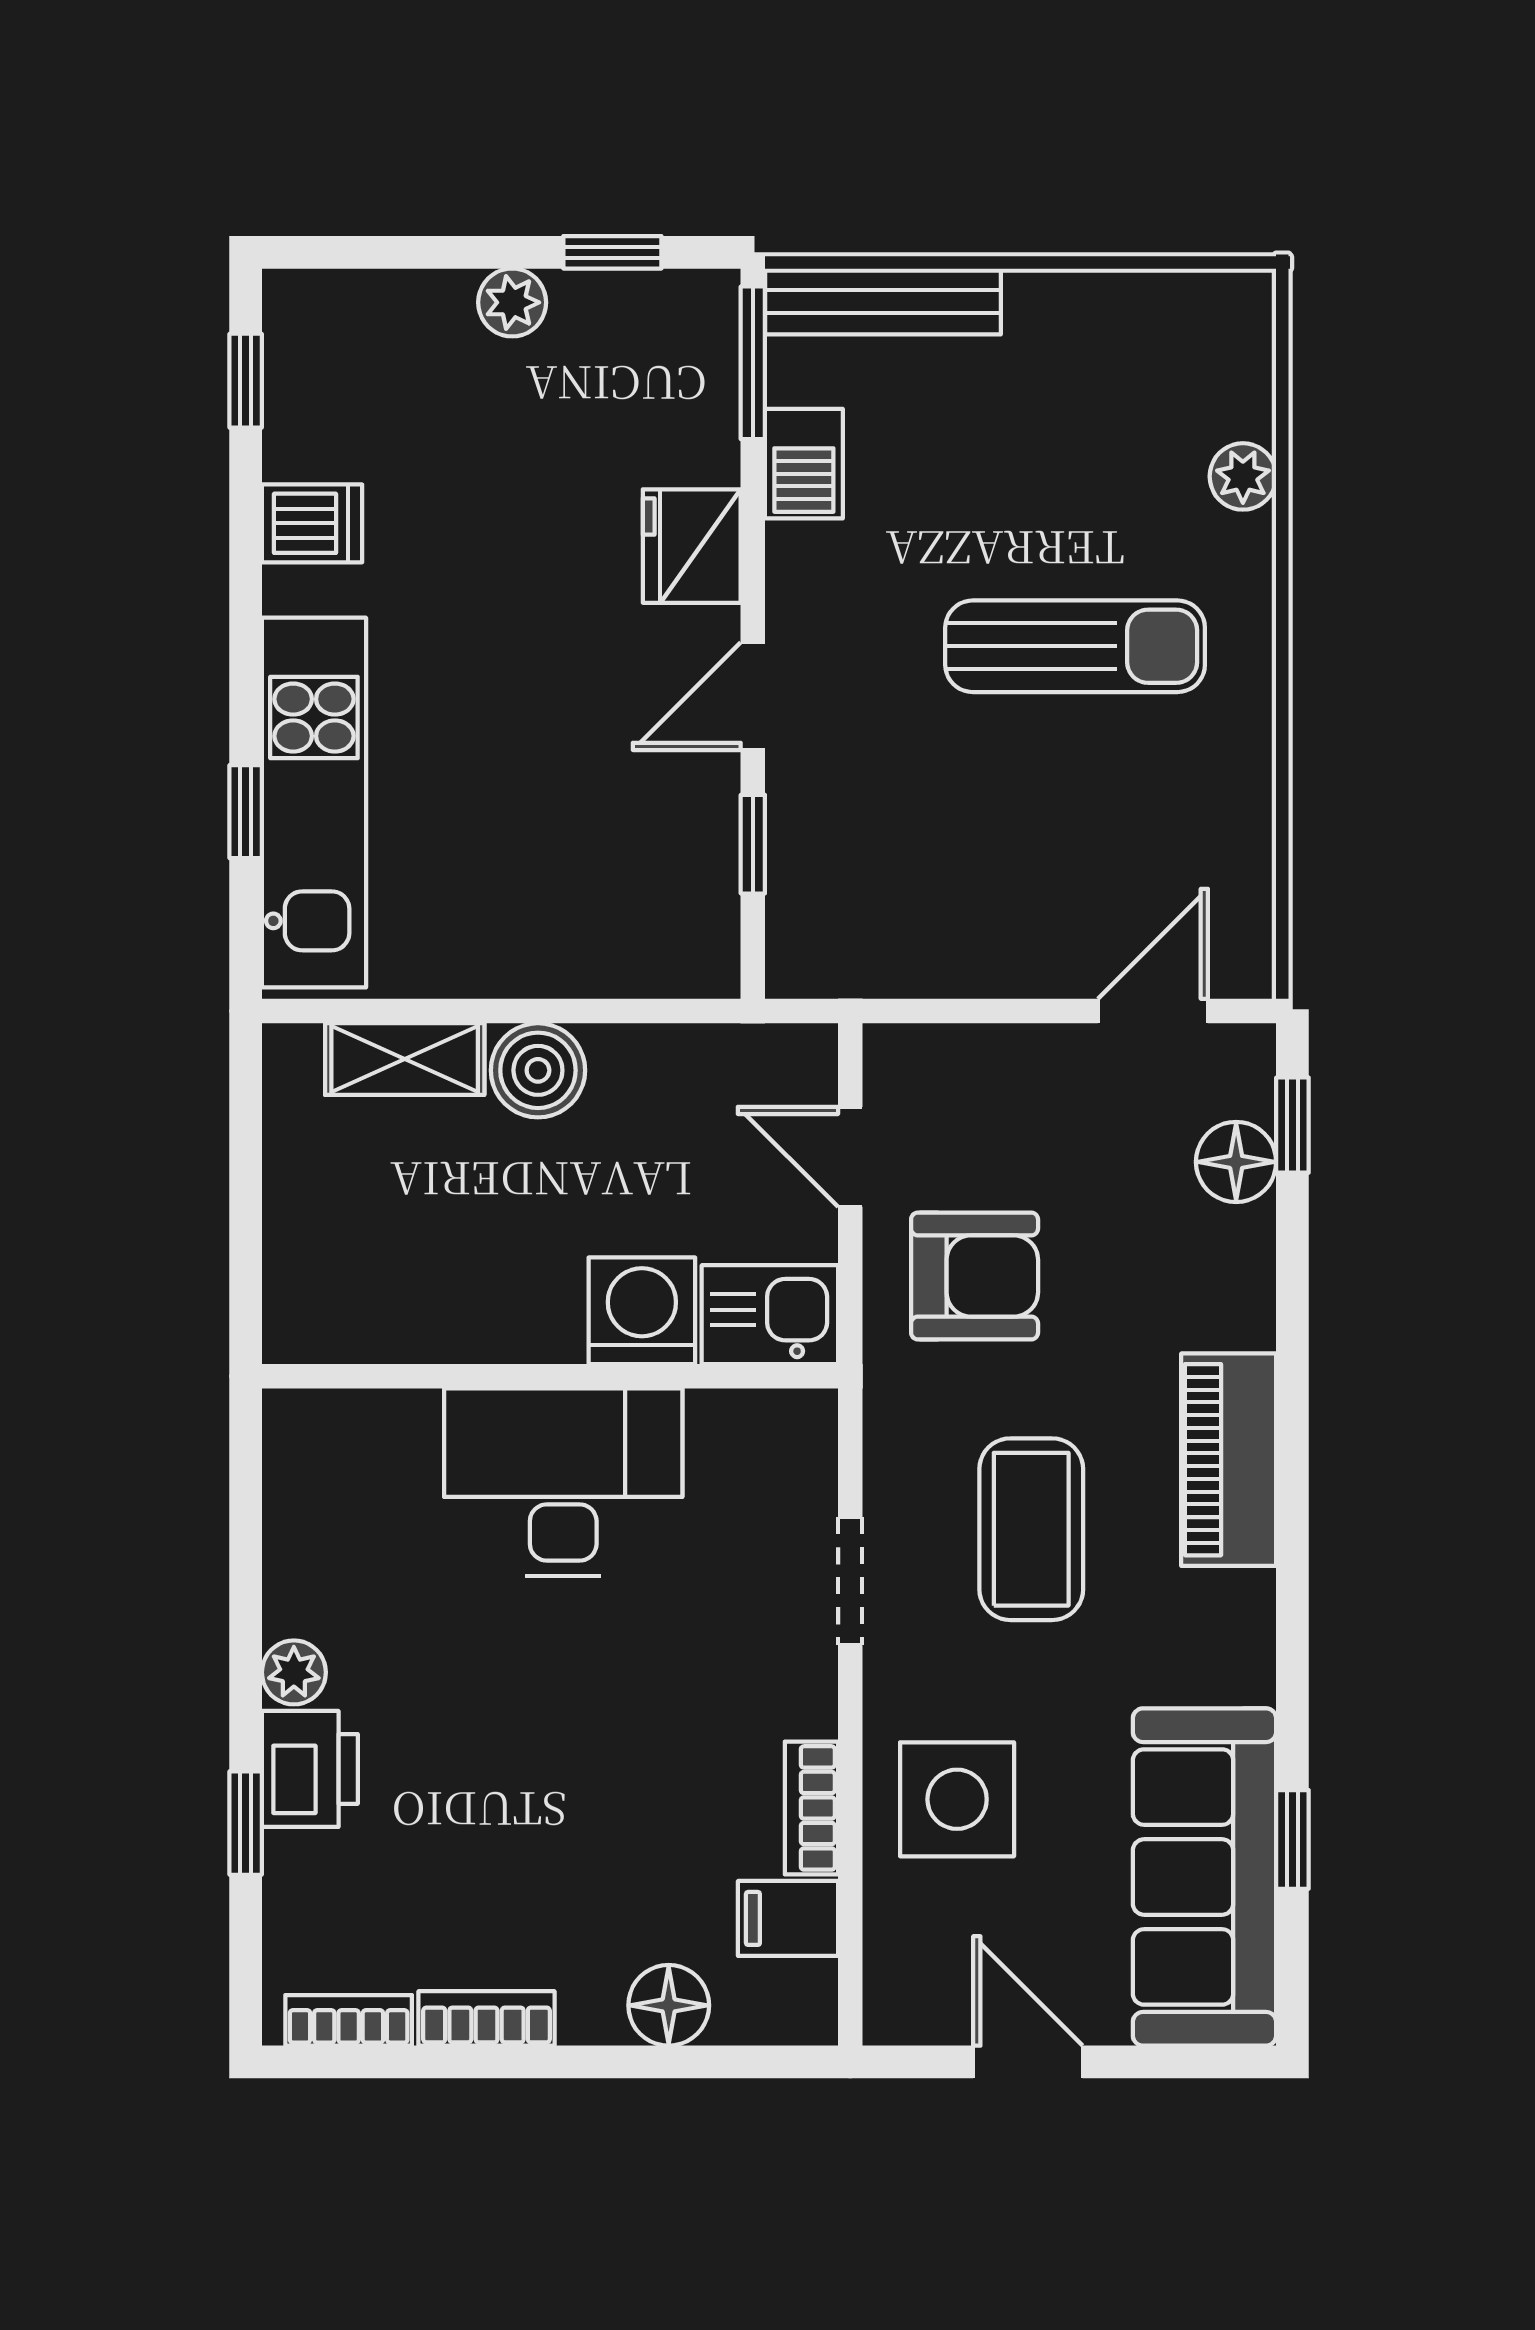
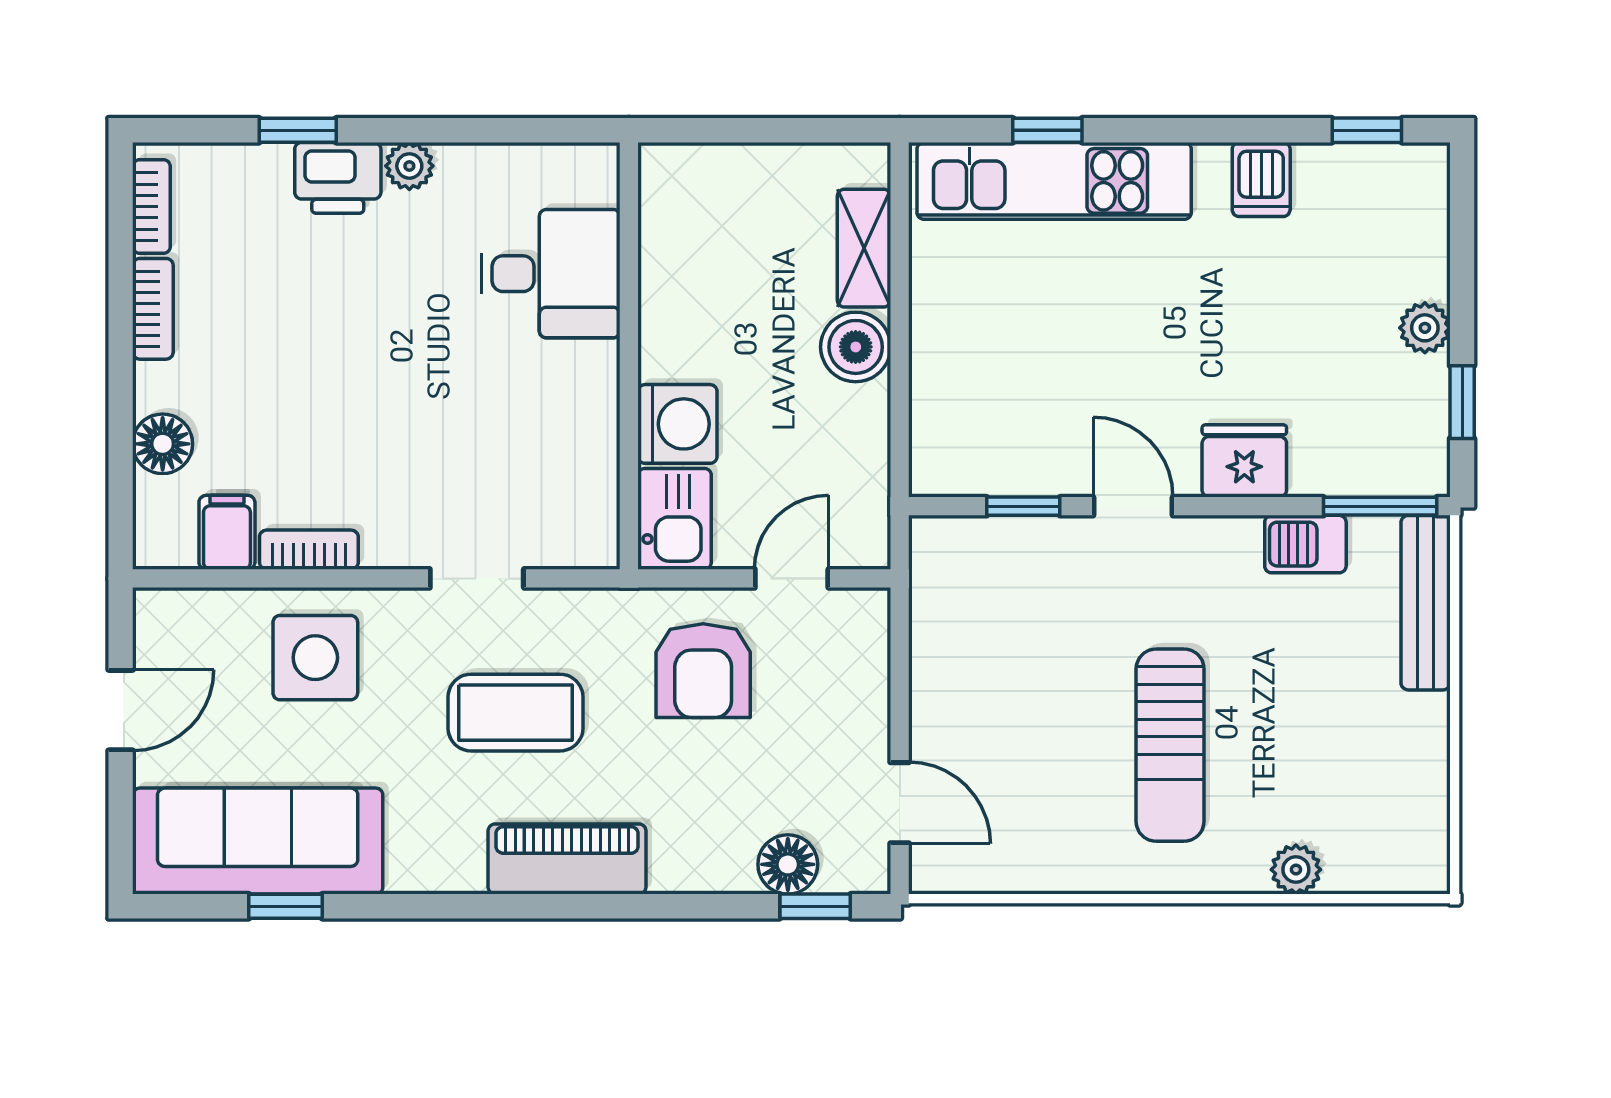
desk: (563, 1482) -> (551, 274), moved, width x0.73

